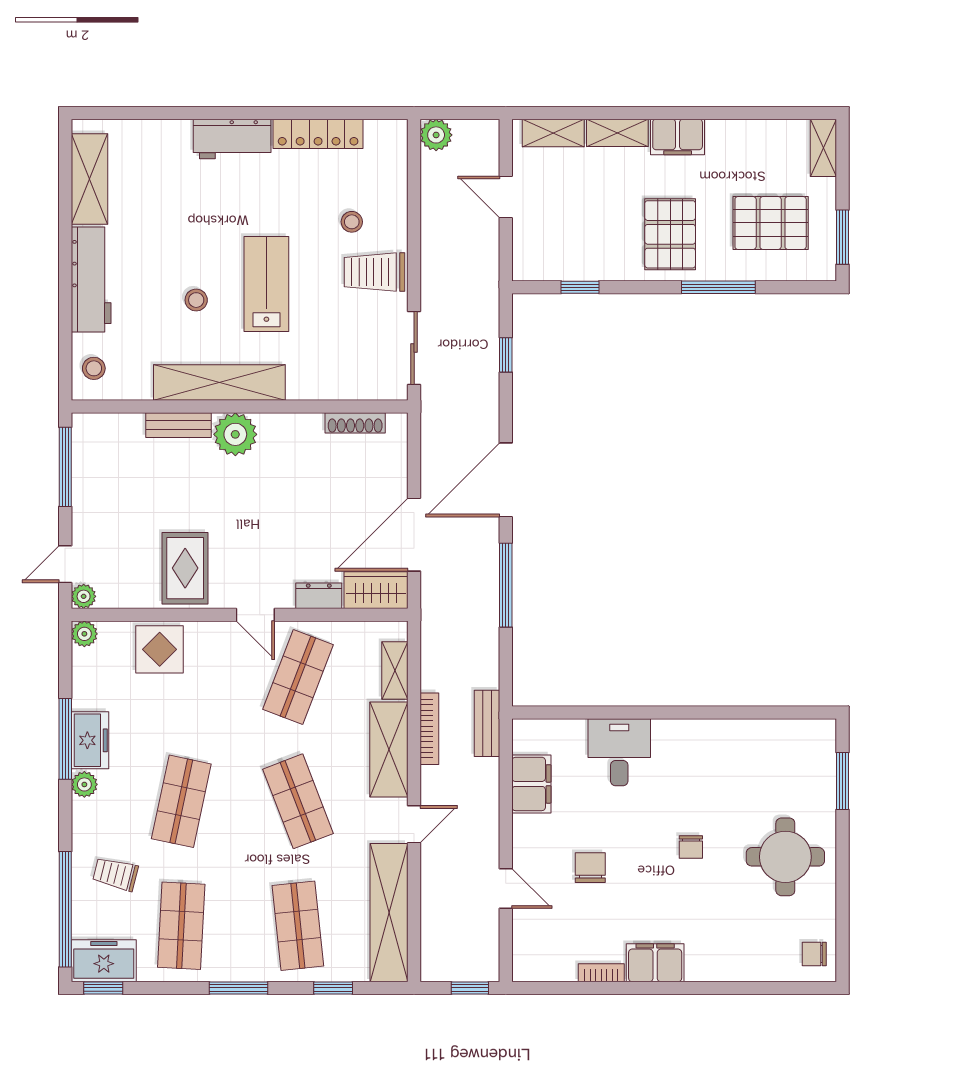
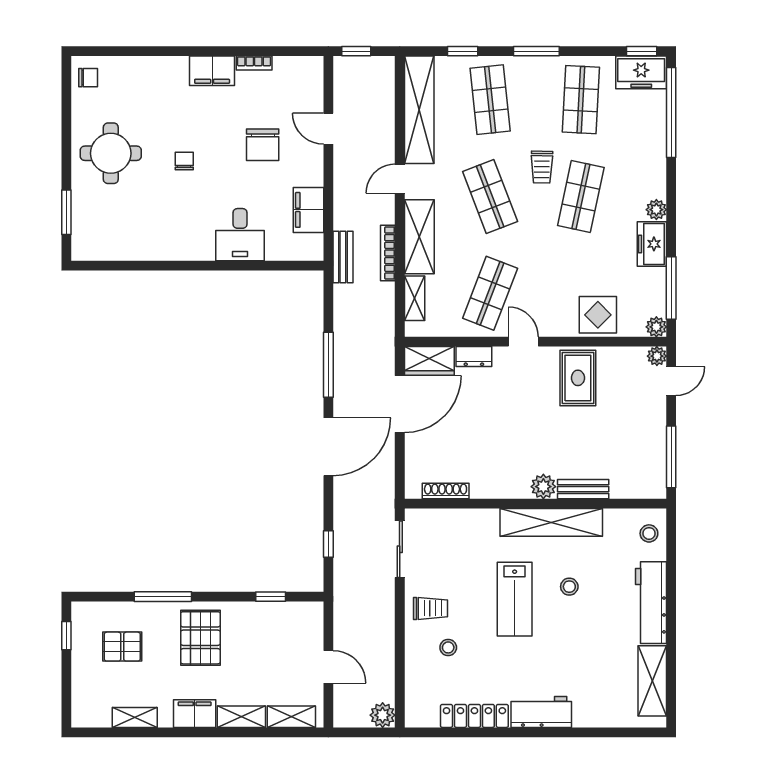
shelving: (823, 148) -> (135, 717), moved, turned 90
pallet: (771, 223) -> (122, 647), width x0.67, depth x0.71
window: (842, 237) -> (66, 636), width x0.67
trolley: (374, 272) -> (431, 608), width x0.73, depth x0.72
plant: (235, 434) -> (543, 487), width x0.73, depth x0.73
window: (65, 739) -> (671, 288), moved
chair: (590, 868) -> (263, 145), width x1.37, depth x1.37
trolley: (115, 874) -> (542, 167), moved, turned 77

